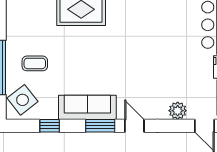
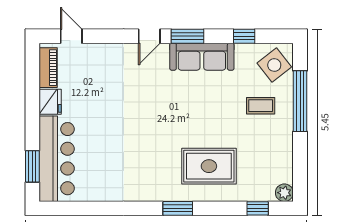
plant: (178, 111) -> (101, 53), removed
door: (134, 126) -> (149, 36), hinge flipped

